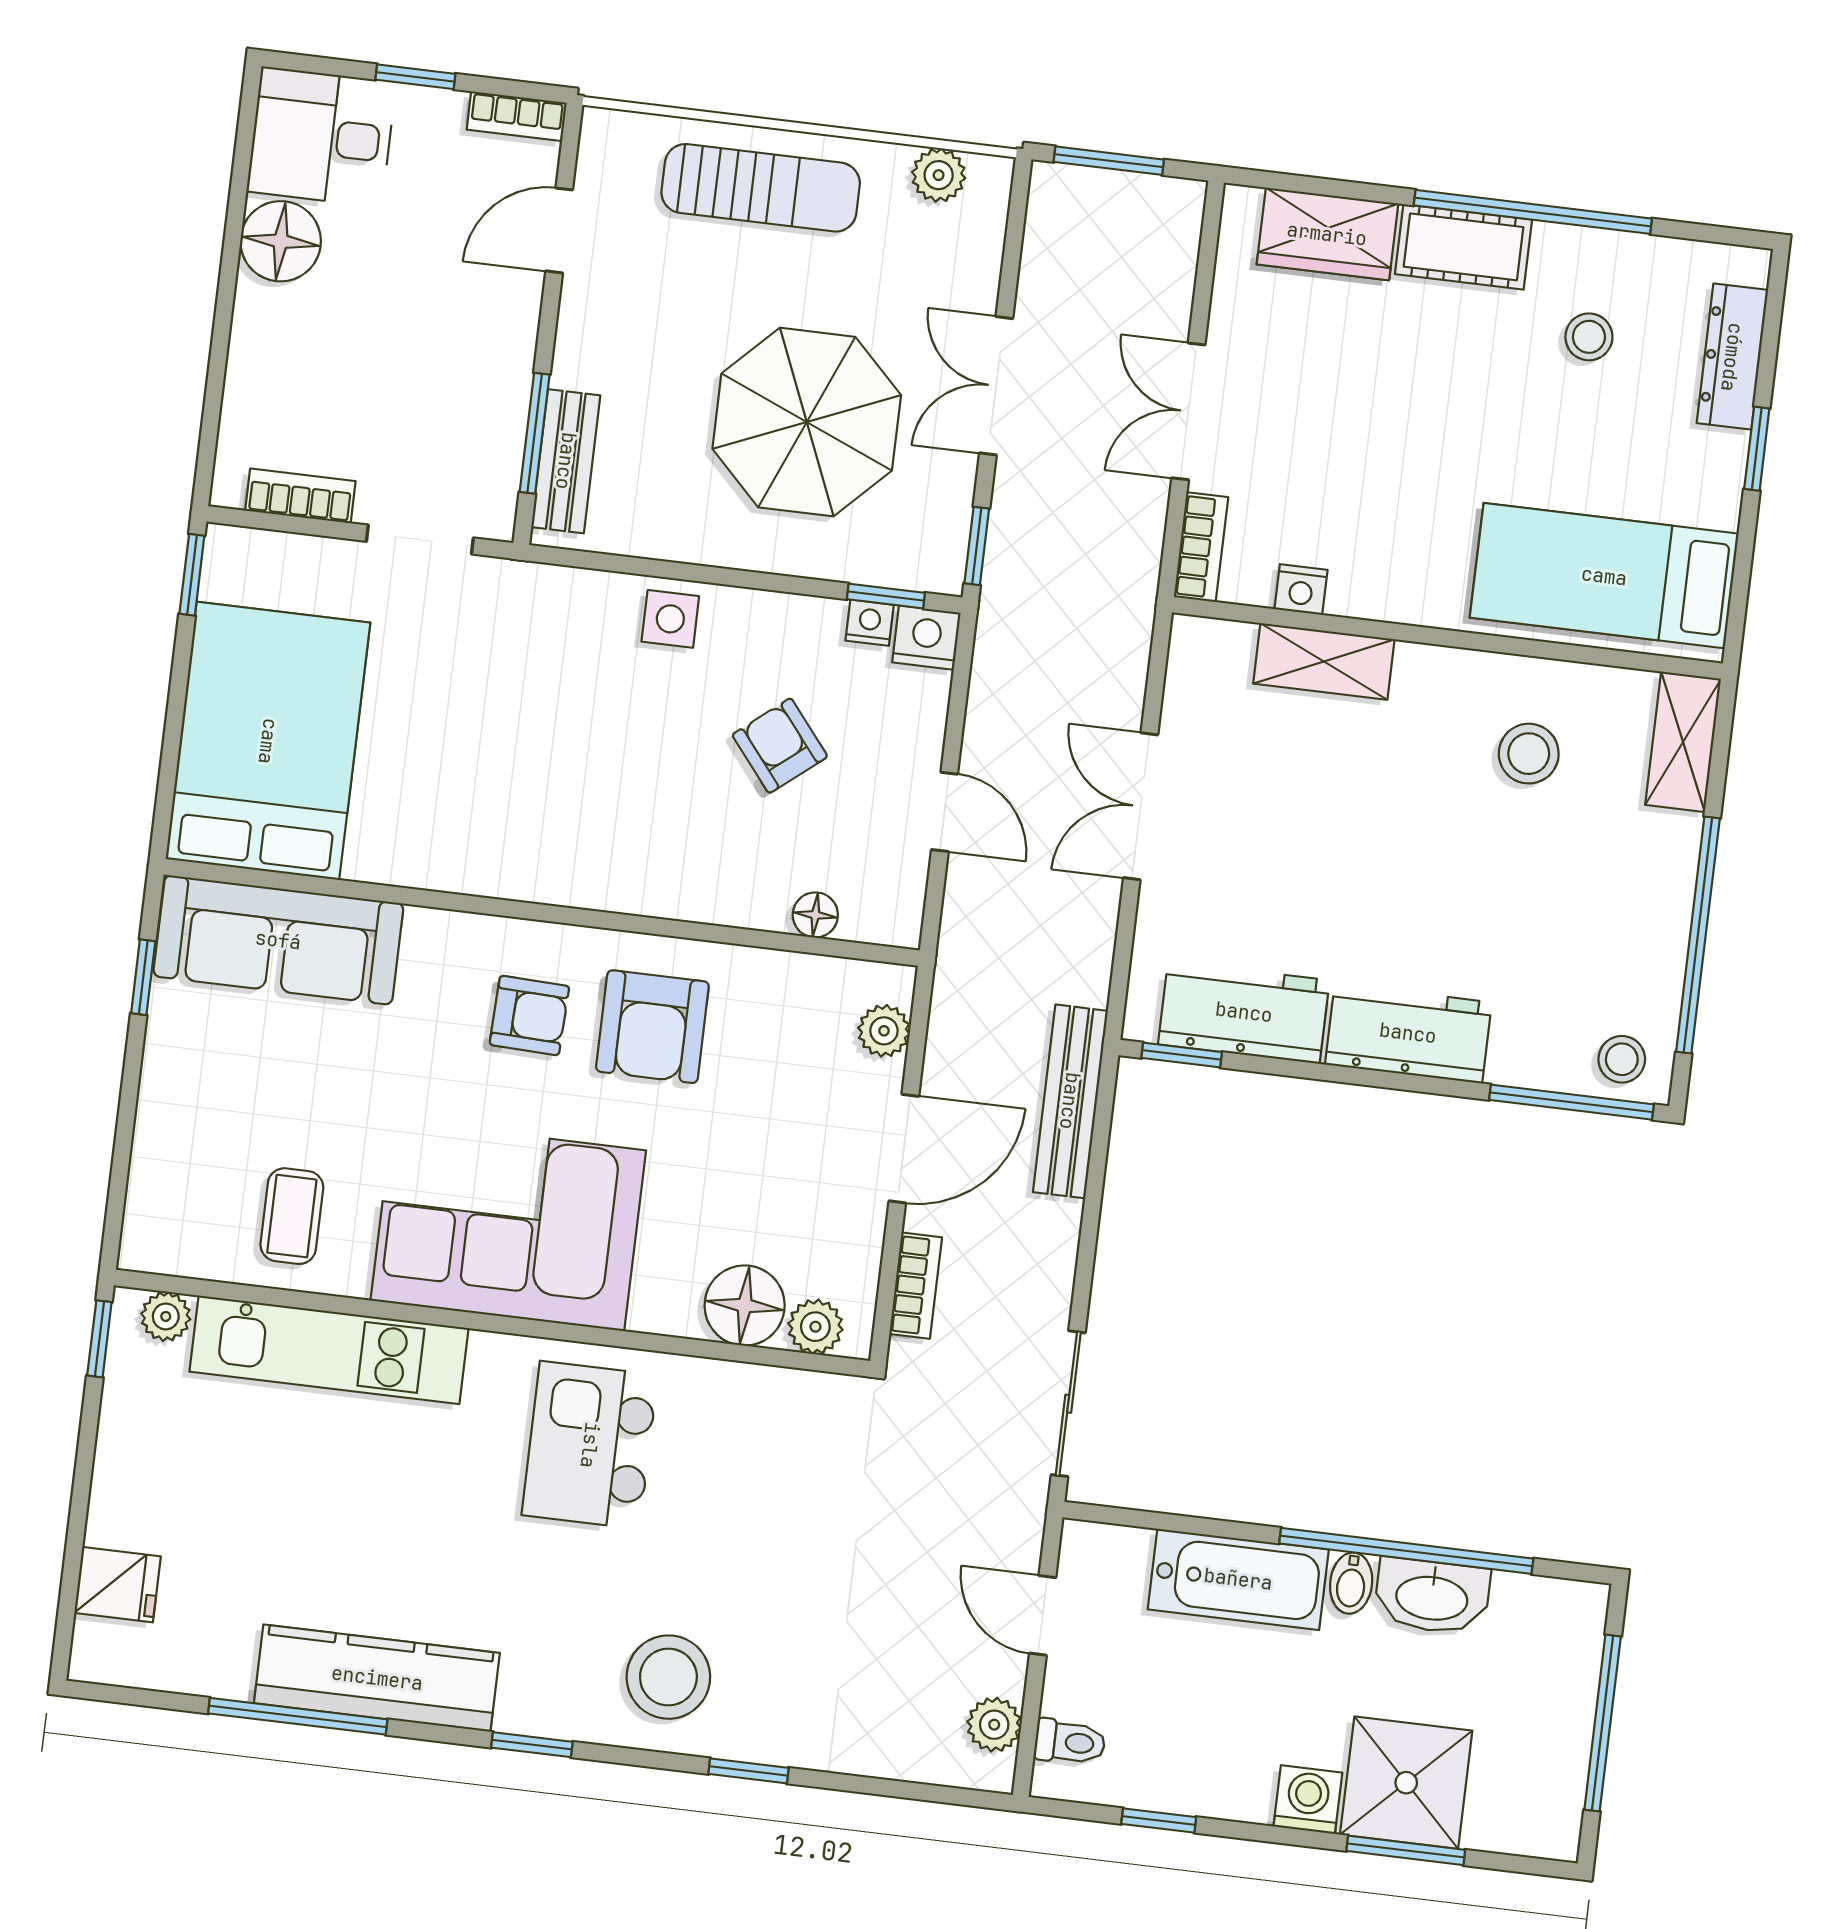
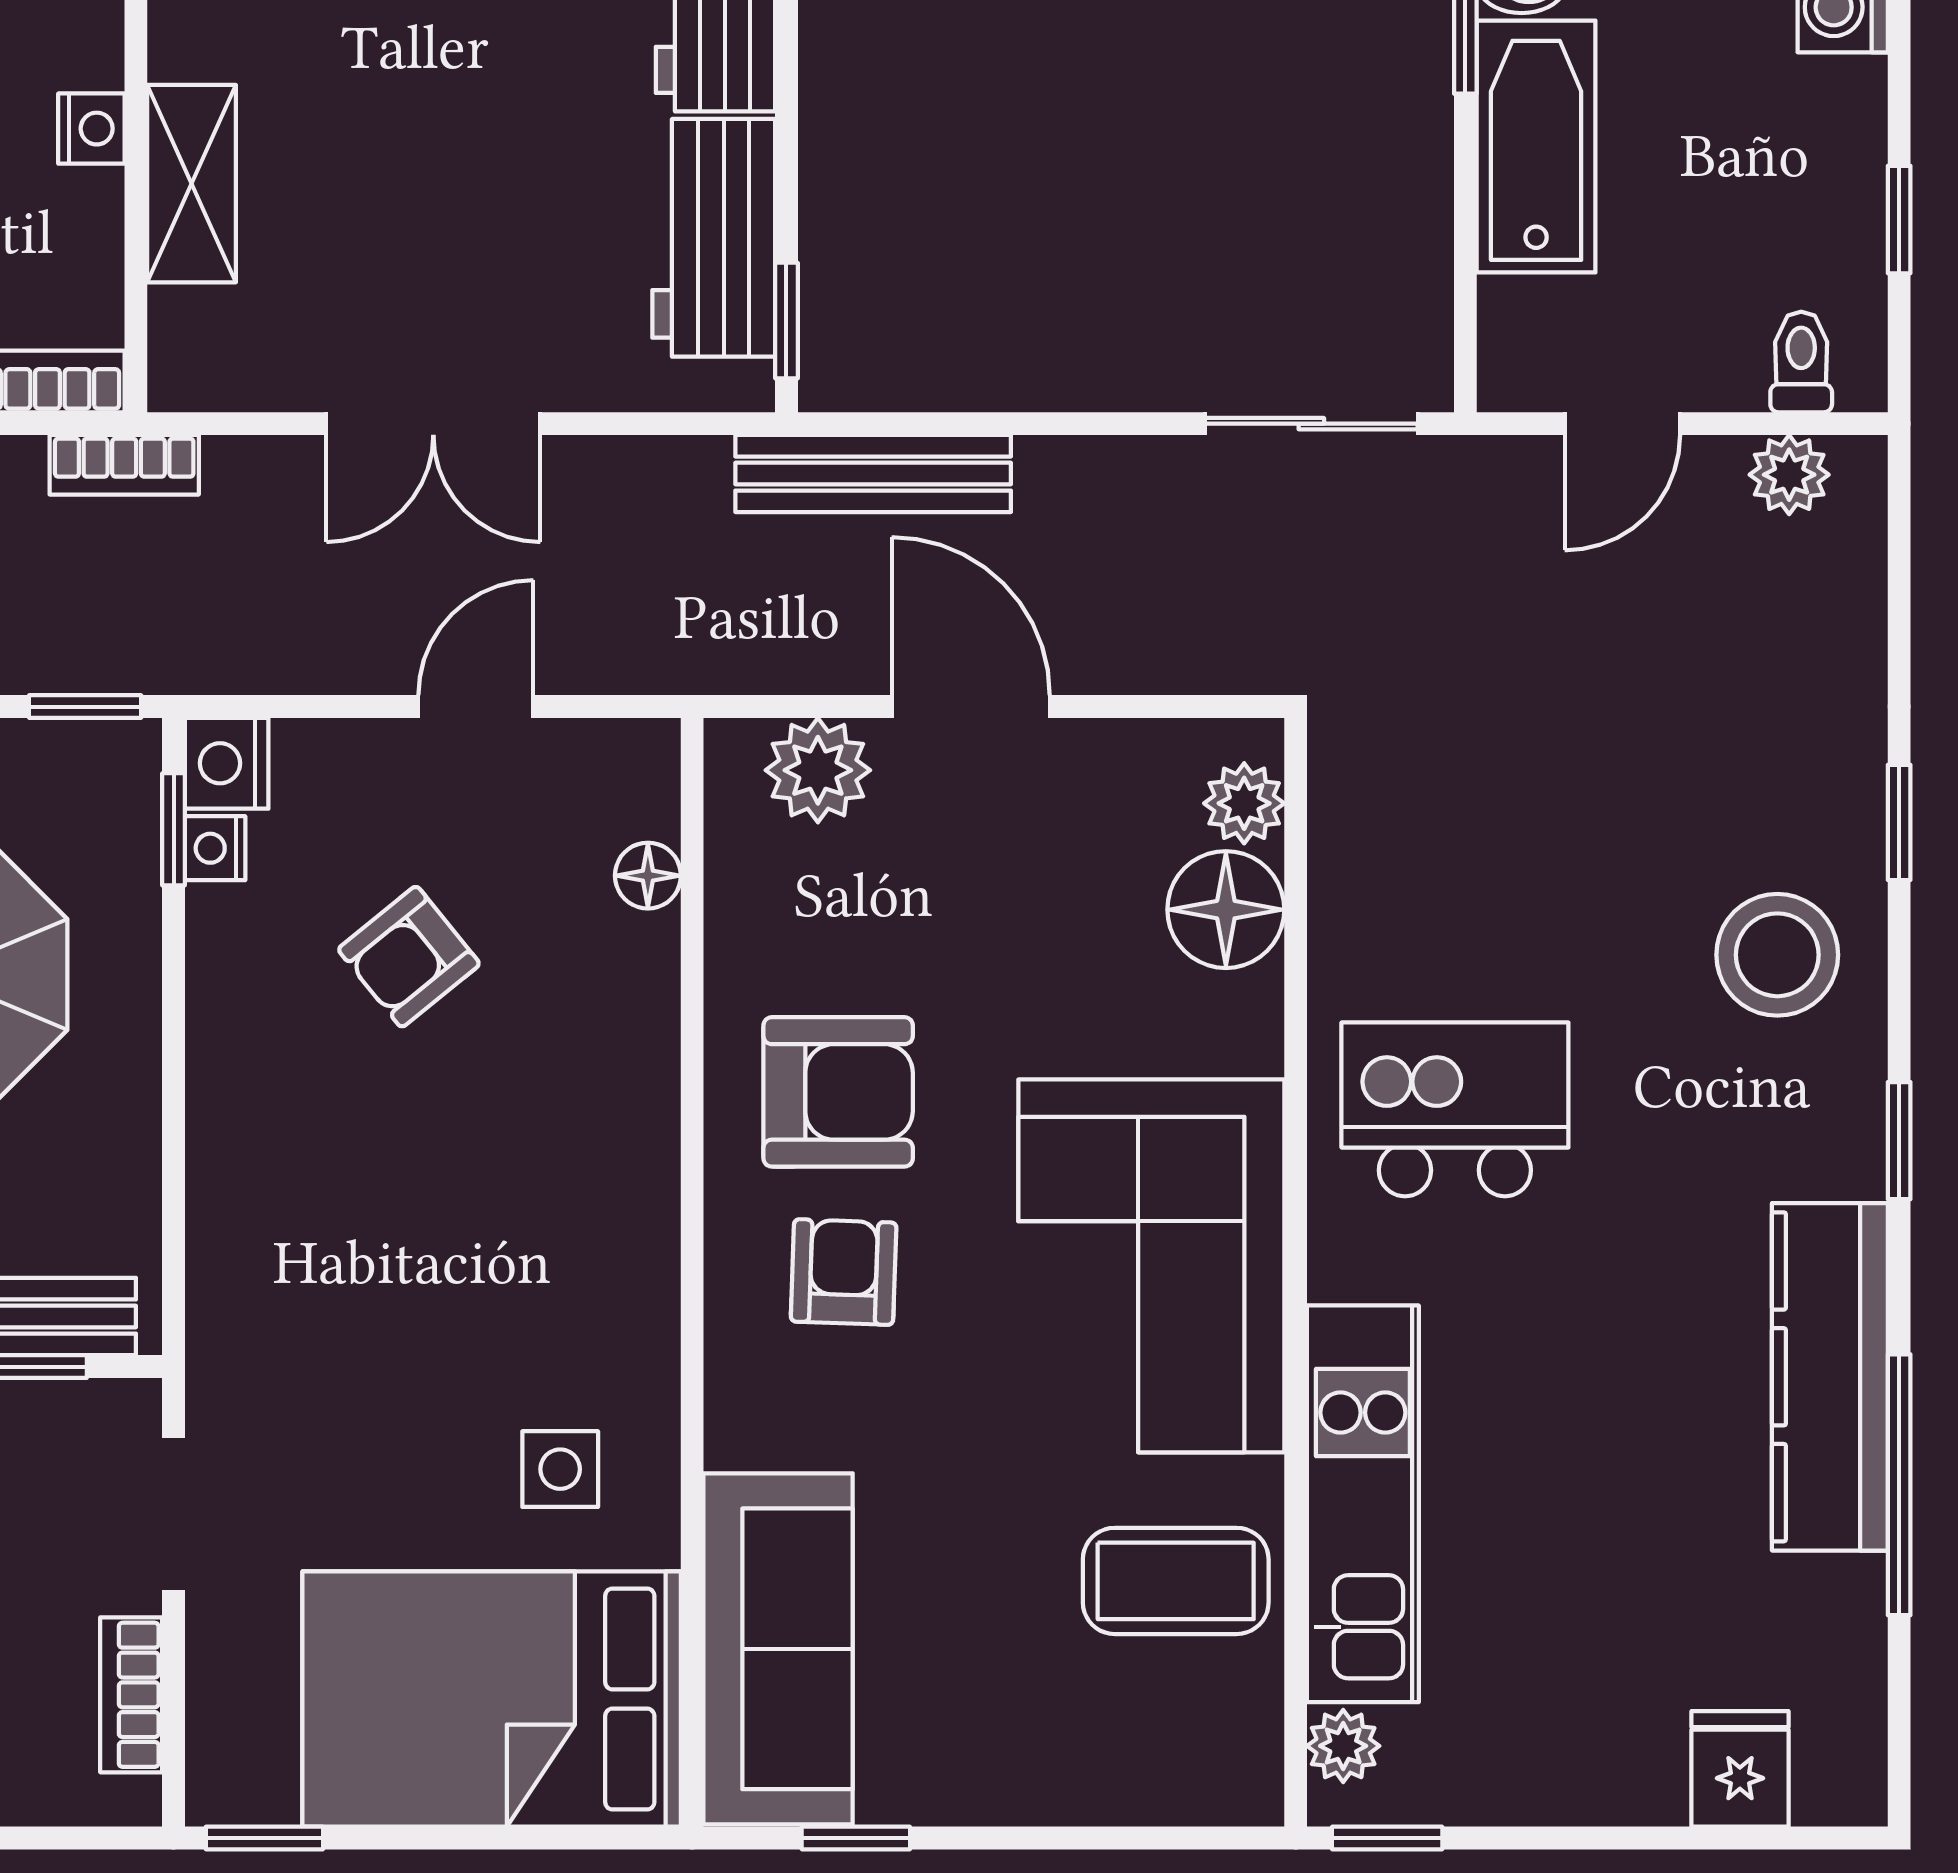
nightstand: (1301, 589) -> (91, 129), moved
side table: (670, 619) -> (560, 1469), moved
plant: (884, 1031) -> (818, 770), width x1.38, depth x1.38
coffee table: (292, 1216) -> (1176, 1581), width x1.36, depth x1.30
bookcase: (916, 1286) -> (124, 465), moved, turned 180
kitchen island: (590, 1445) -> (1455, 1109), turned 180

